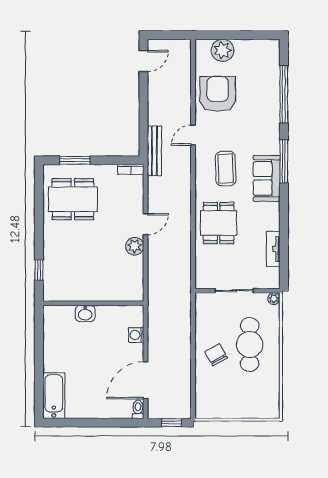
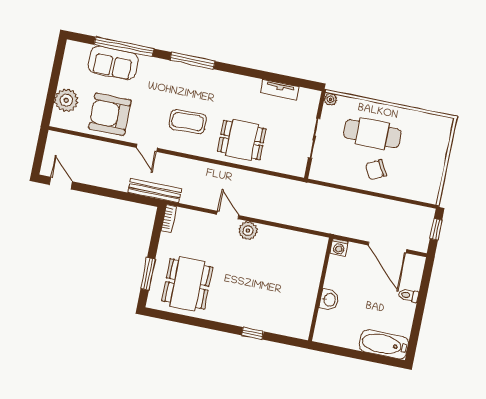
sofa: (267, 178) -> (113, 63), moved
wall: (93, 303) -> (320, 289), moved
washbasin: (85, 313) -> (329, 300), moved
toilet: (138, 409) -> (408, 295), moved

